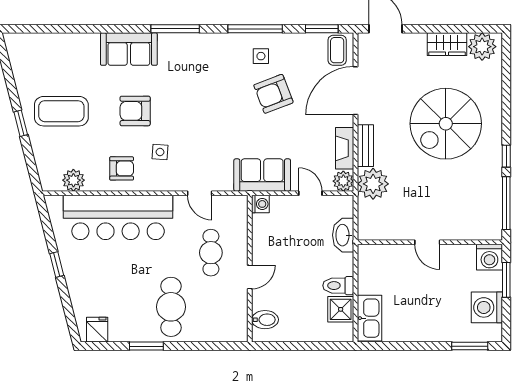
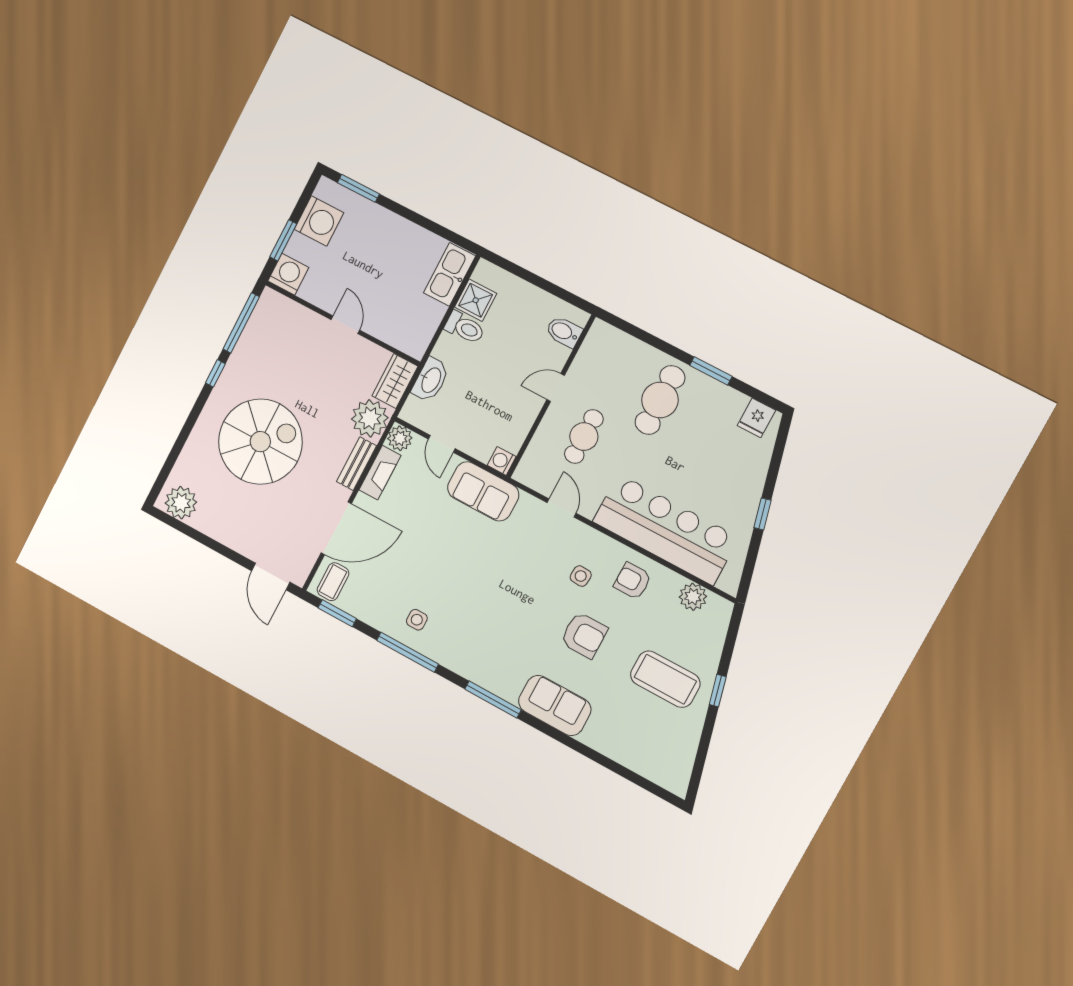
wardrobe: (447, 44) -> (395, 381), moved, turned -90
armchair: (273, 94) -> (425, 572), removed

